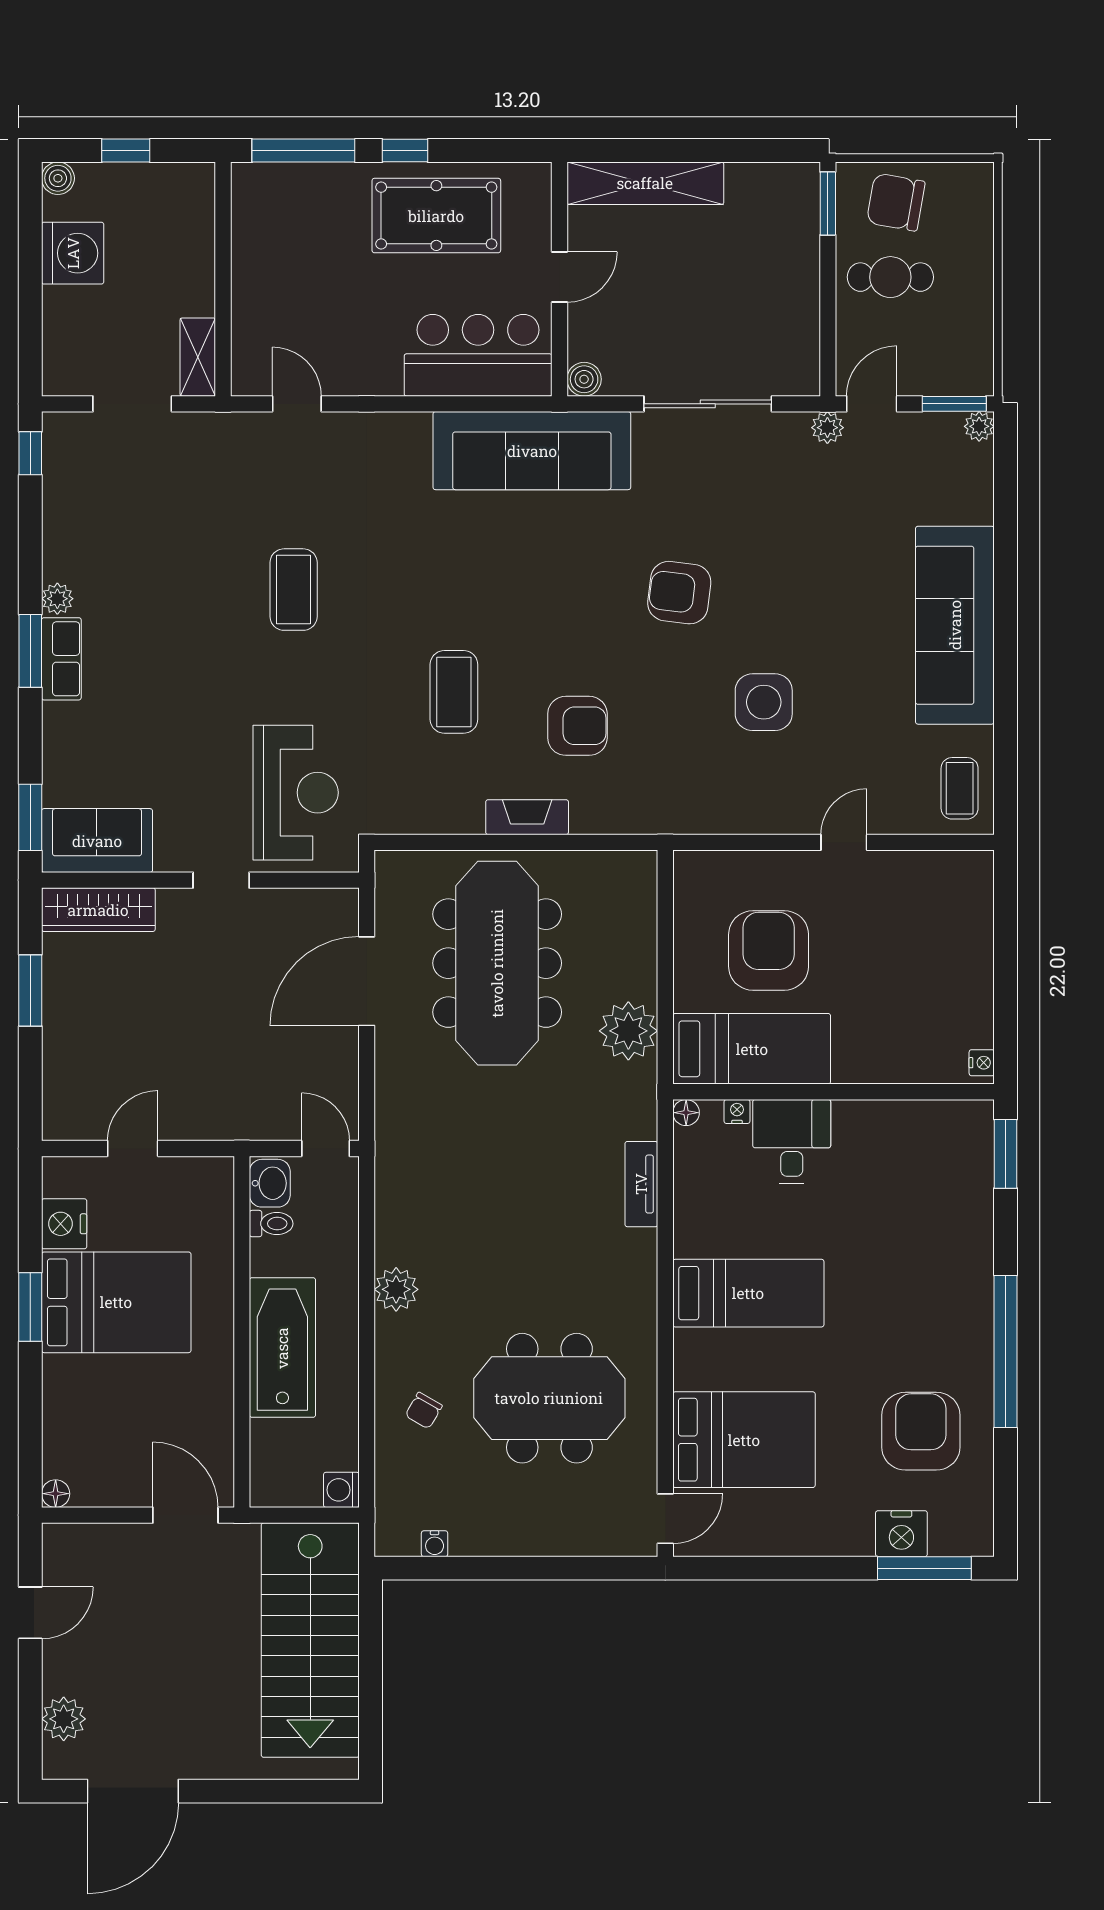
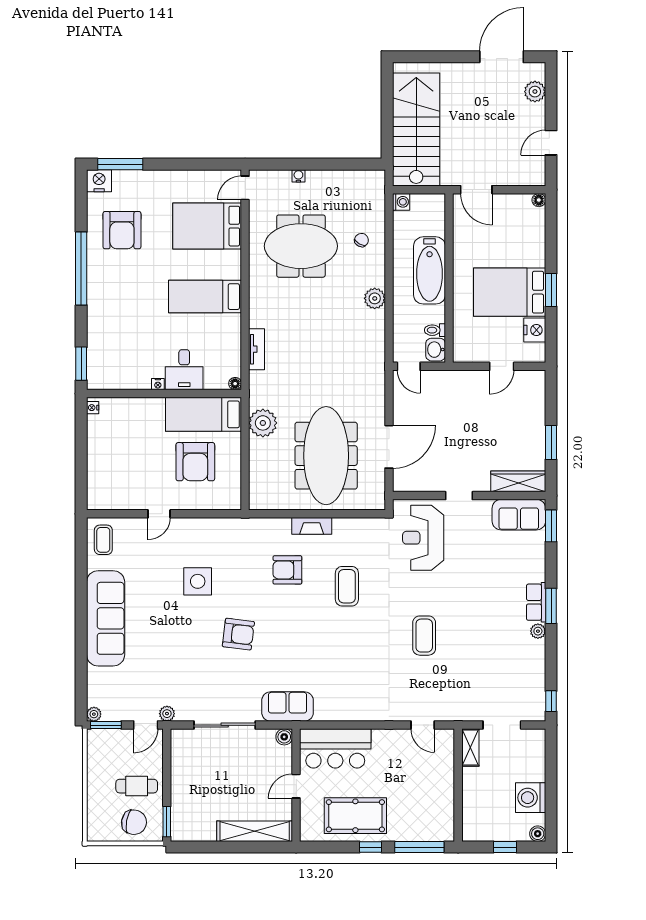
sofa: (532, 451) -> (288, 707), width x0.54, depth x0.79
nightstand: (737, 1111) -> (158, 384), moved
nightstand: (901, 1534) -> (99, 181), moved
water cooler: (435, 1544) -> (298, 176), moved

